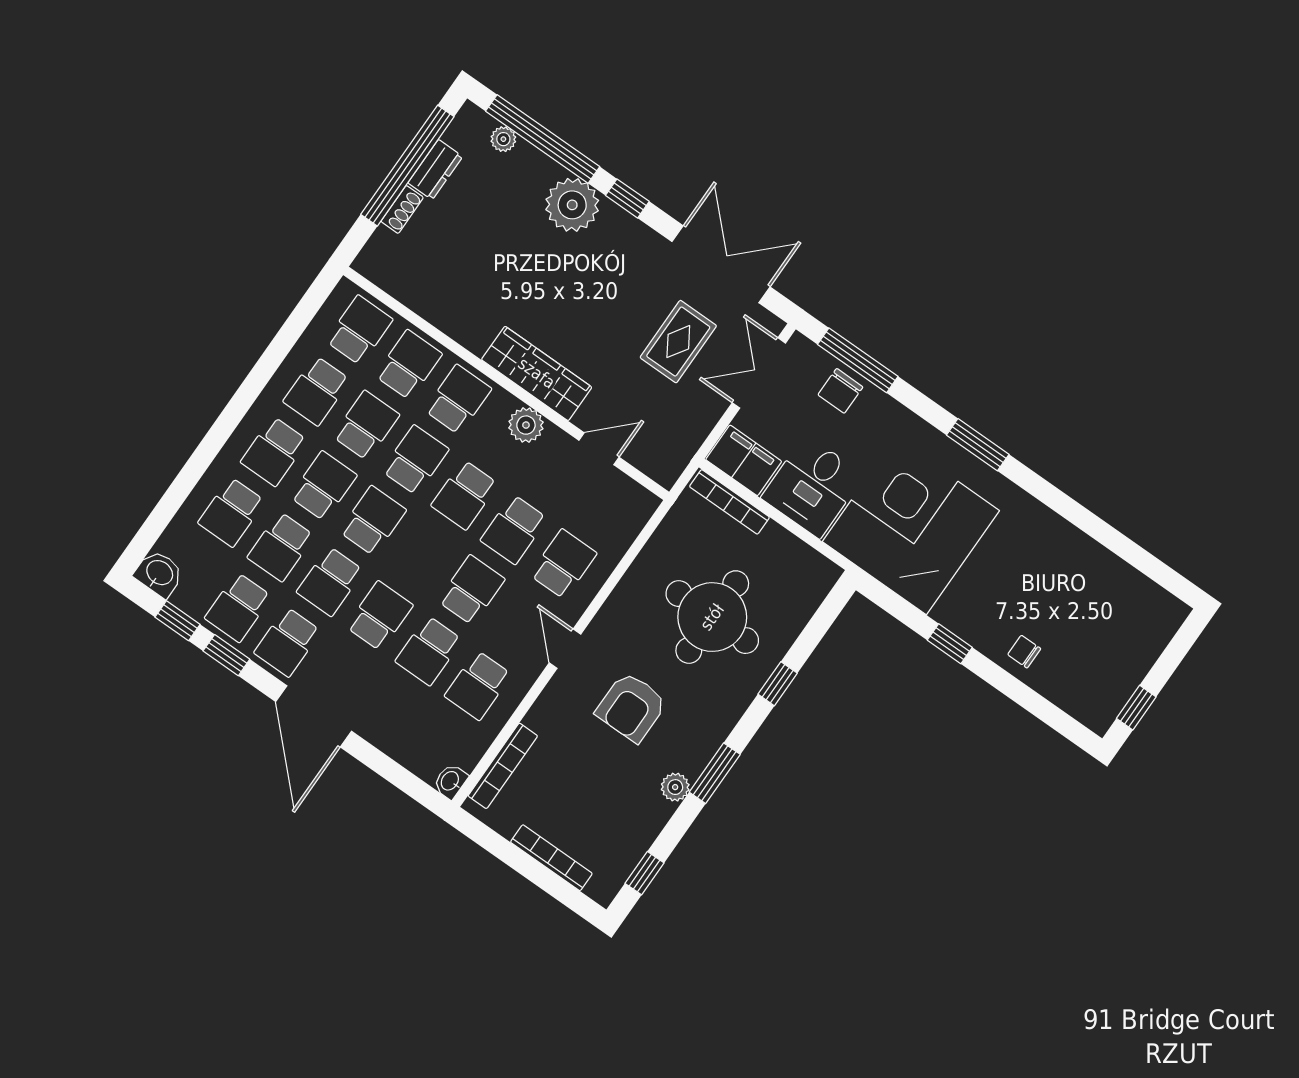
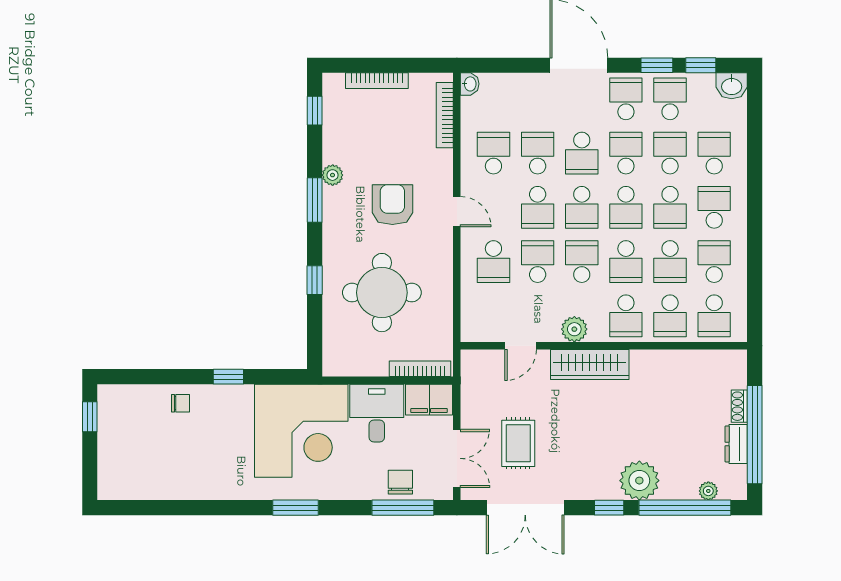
school desk: (422, 555) -> (582, 207), added

